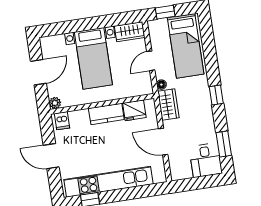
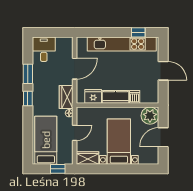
plant: (55, 103) -> (150, 116), width x1.88, depth x1.88
dishwasher: (62, 121) -> (135, 97), moved
door: (163, 142) -> (75, 69), hinge flipped
window: (224, 144) -> (28, 74), moved

